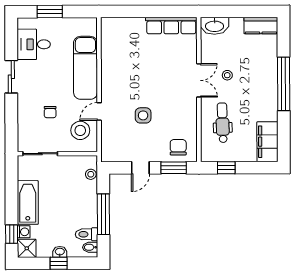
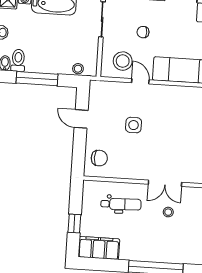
window: (174, 168) -> (79, 152), removed
window: (226, 168) -> (74, 223), moved

